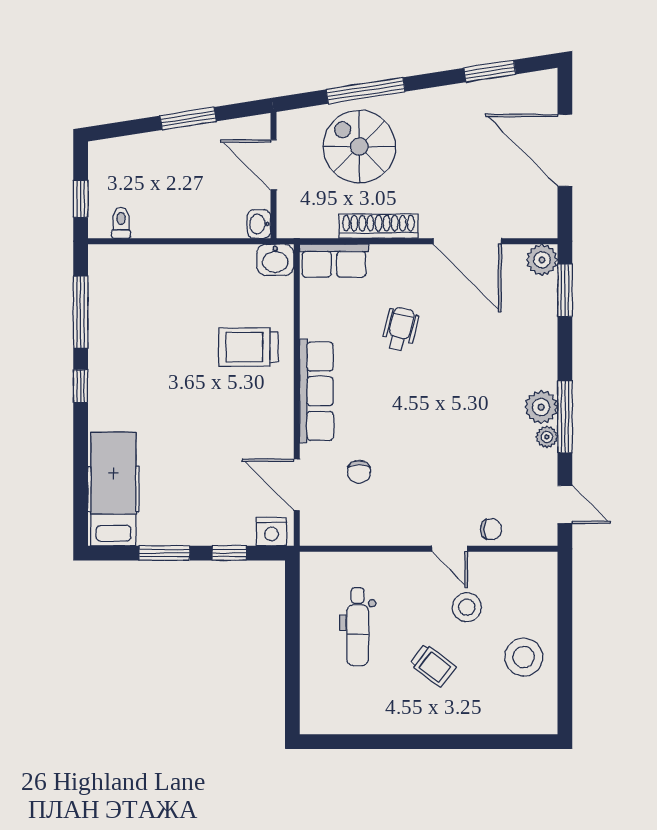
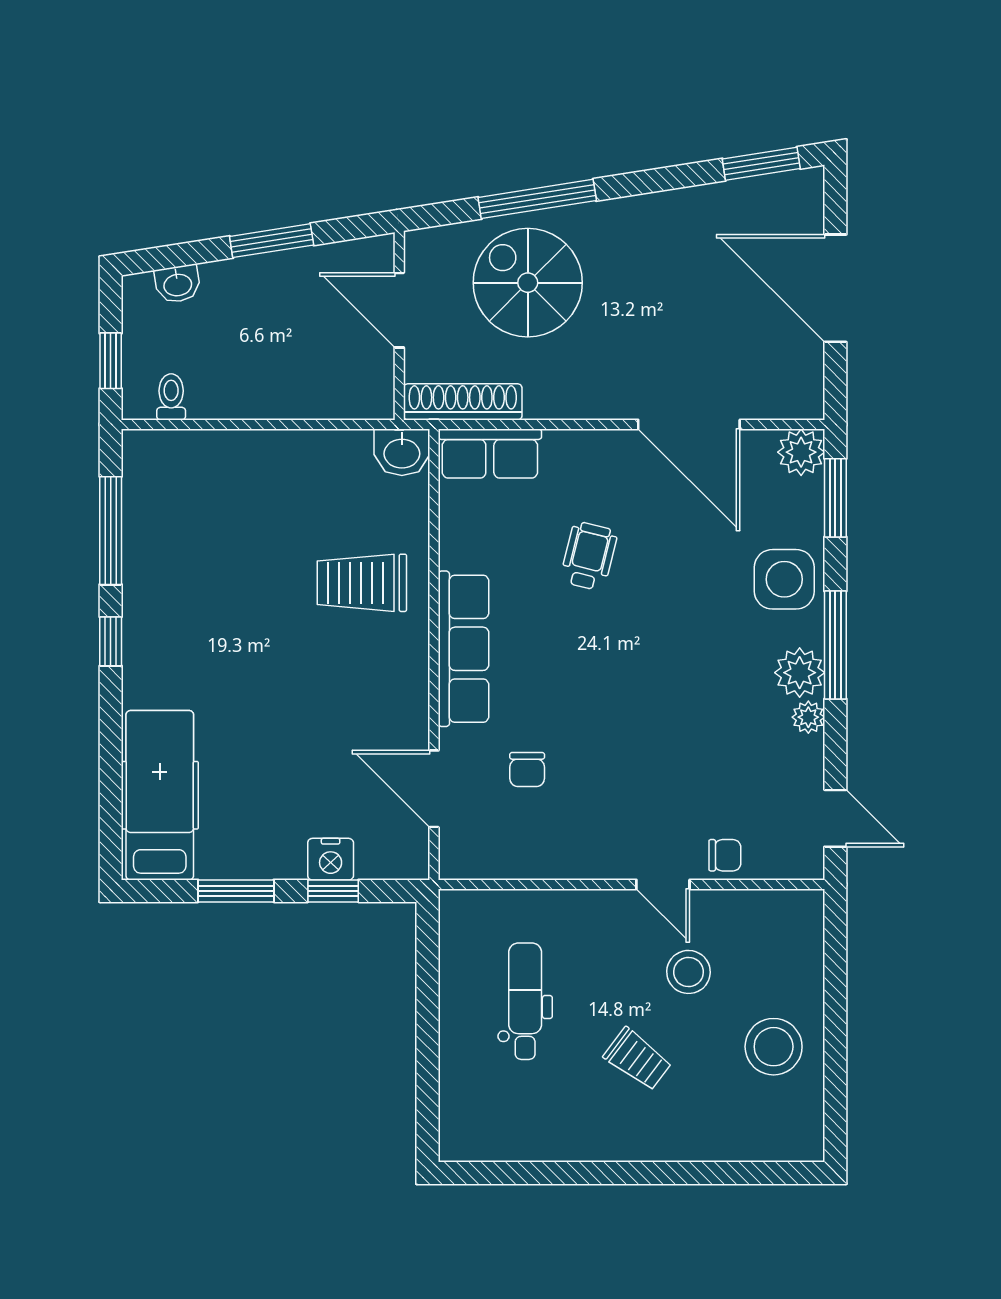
window: (490, 71) -> (761, 164), moved
washbasin: (259, 224) -> (178, 284), moved, turned -99
shoe rack: (378, 226) -> (463, 402), moved
side table: (531, 345) -> (784, 579), added
window: (565, 417) -> (835, 645), moved
nightstand: (272, 532) -> (331, 859), moved
dental chair: (358, 627) -> (525, 1001), turned 180

